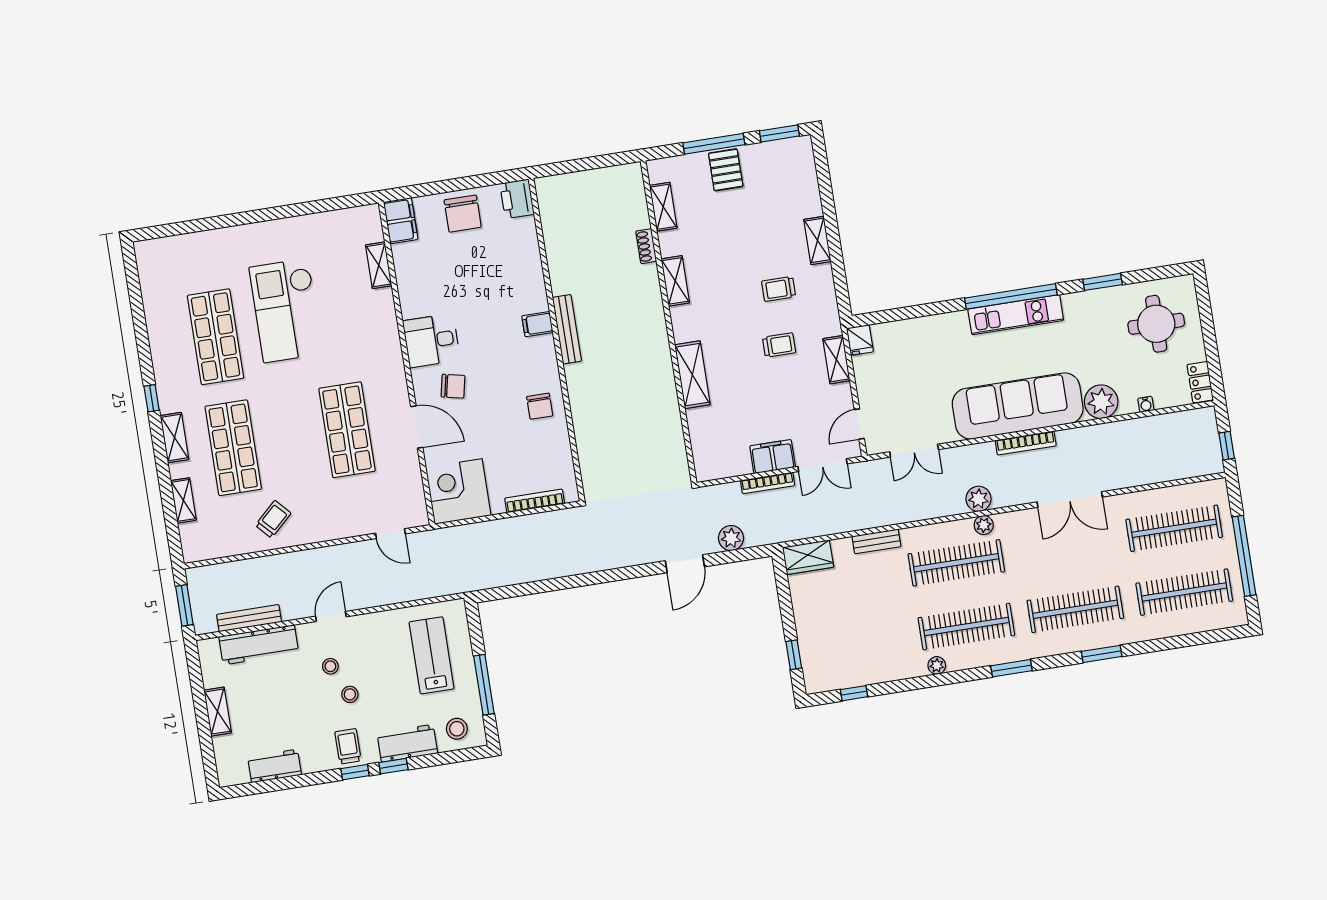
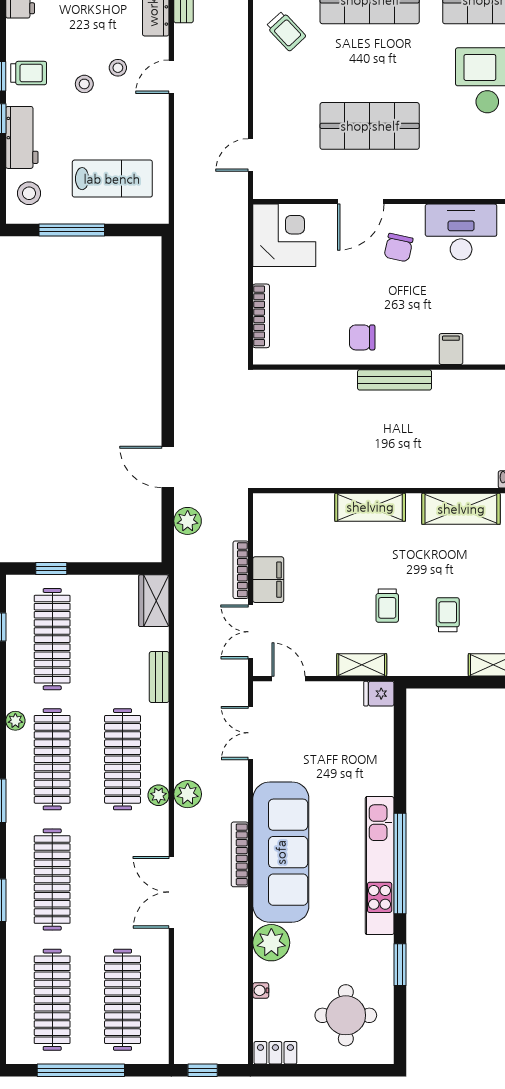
shelving: (675, 281) -> (461, 509), width x1.50, depth x1.33
kitchen unit: (1016, 315) -> (380, 866), width x1.36
bench: (567, 329) -> (395, 380), moved
desk: (431, 341) -> (461, 232), width x1.37
door: (331, 616) -> (171, 77), swing flipped
clothes rail: (858, 644) -> (52, 639), added

